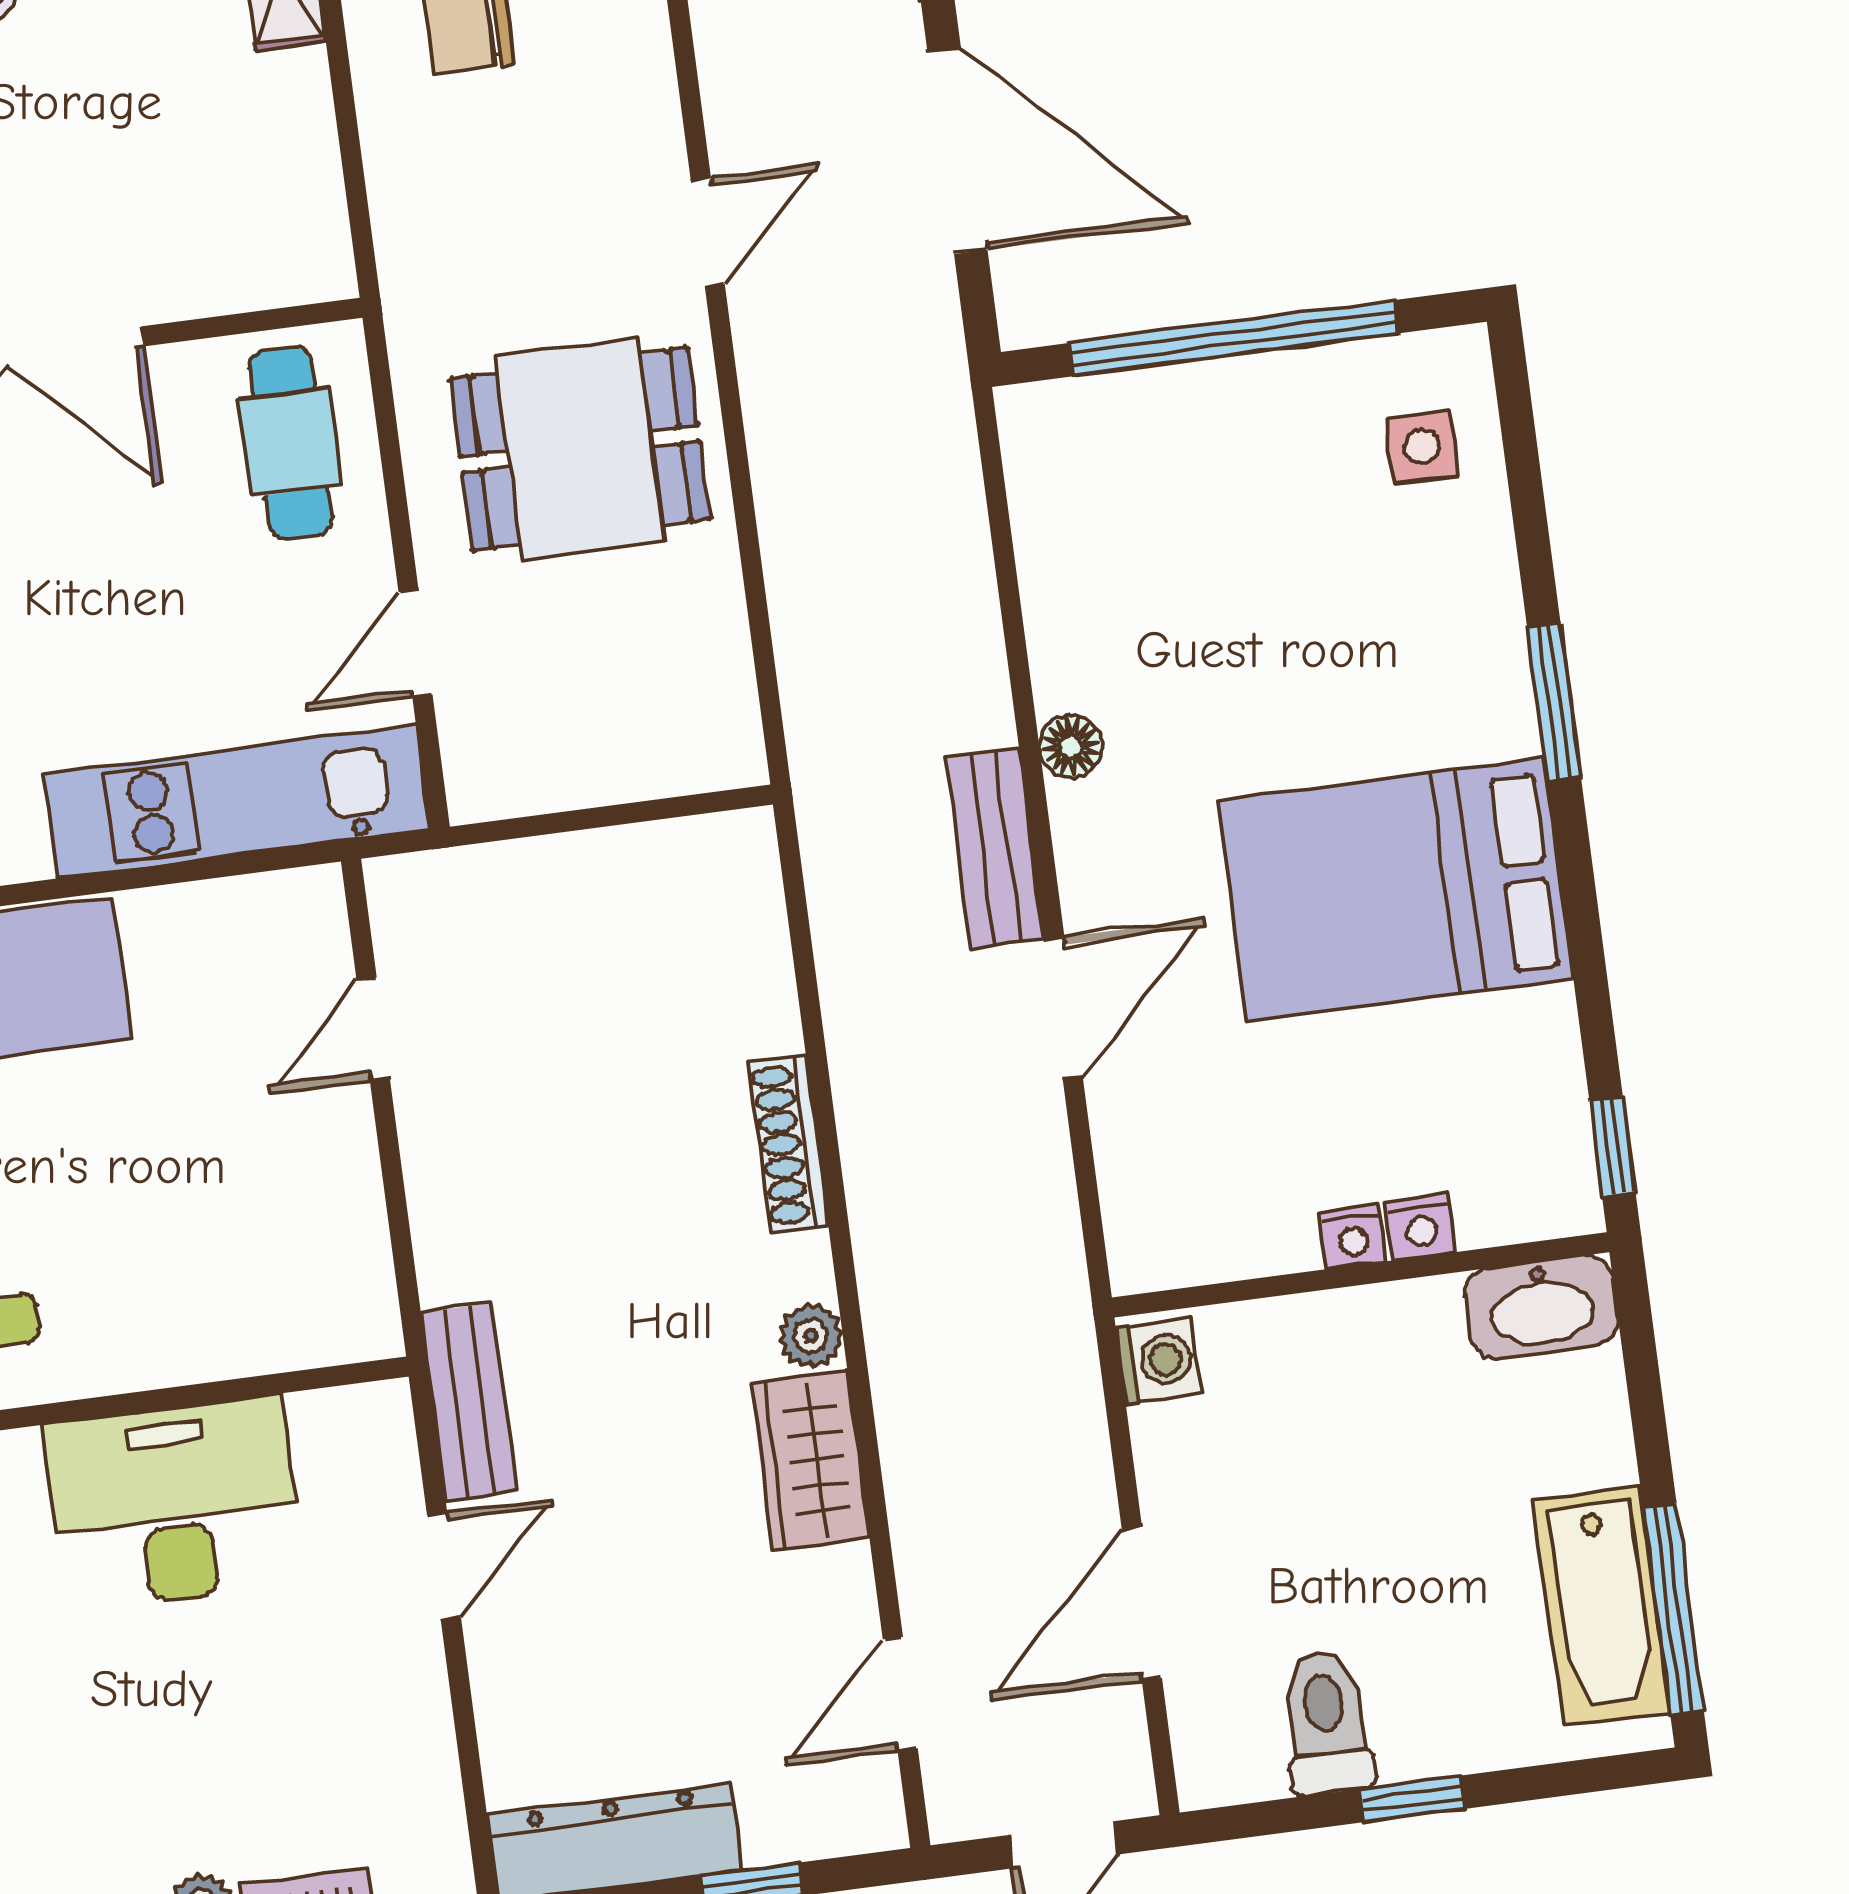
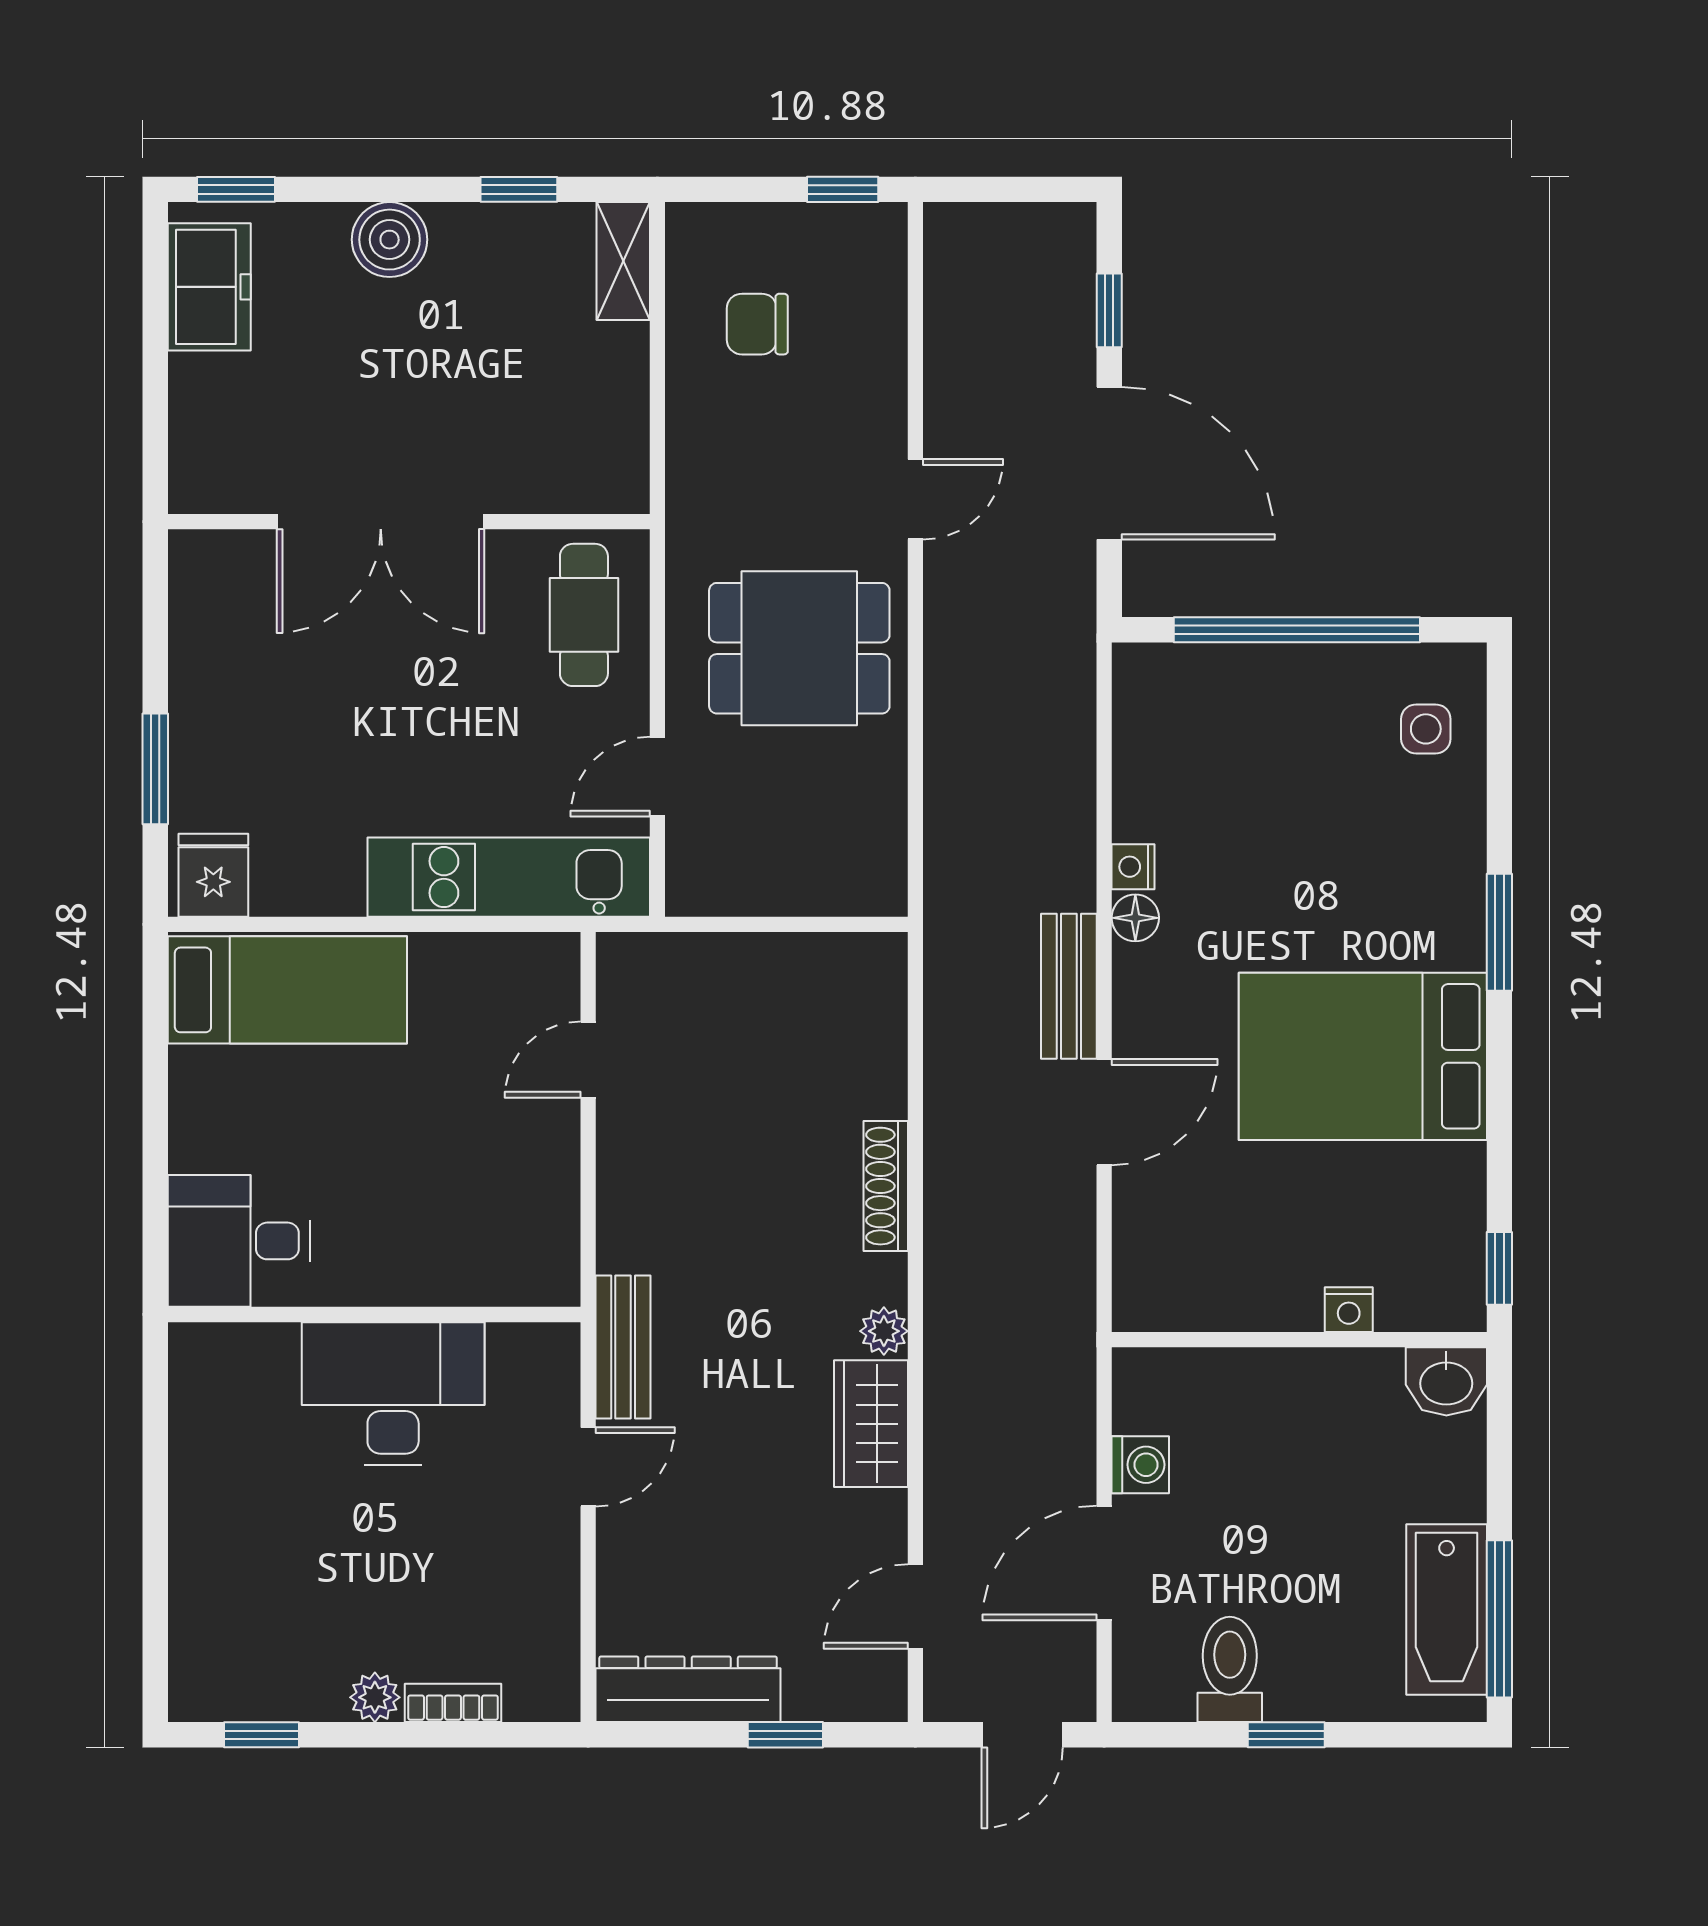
nightstand: (1353, 1237) -> (1133, 867), moved, turned 90
washbasin: (1541, 1307) -> (1446, 1381), width x0.72
washing machine: (1158, 1360) -> (1140, 1465), moved

